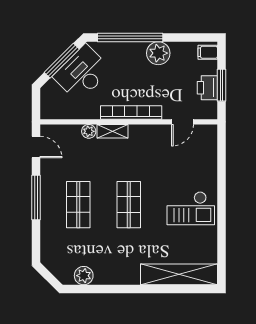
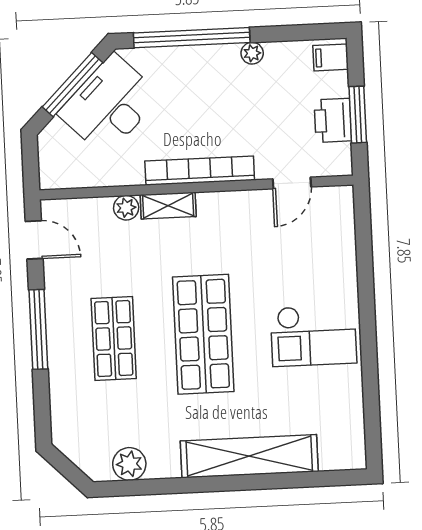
plant: (158, 53) -> (252, 53), width x0.53, depth x0.53
shop shelf: (129, 205) -> (203, 334), width x1.43, depth x1.36
shelving: (179, 274) -> (249, 456), moved

